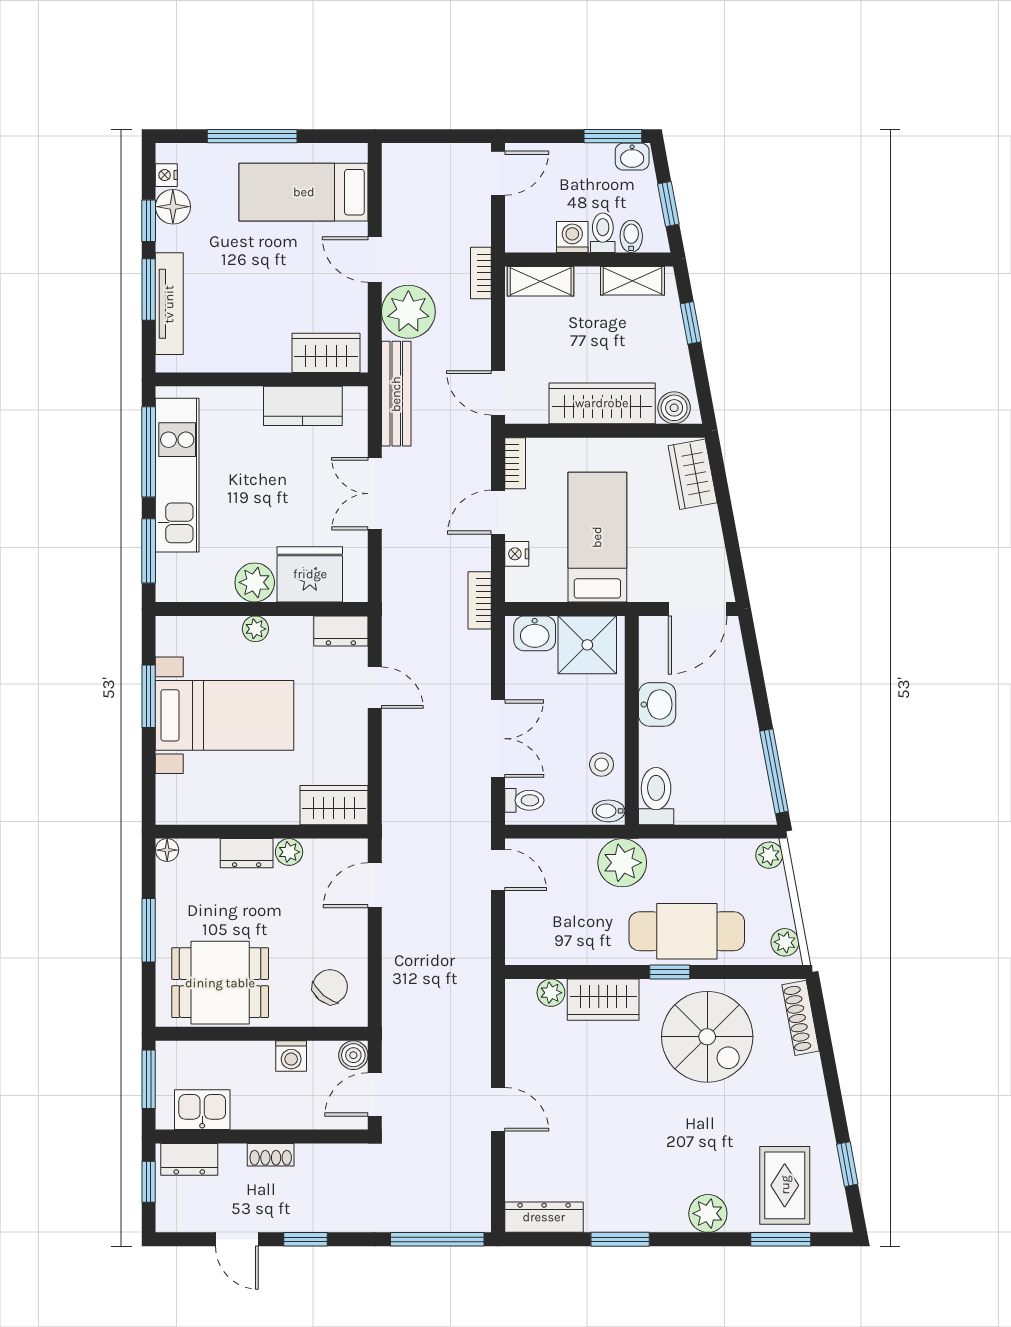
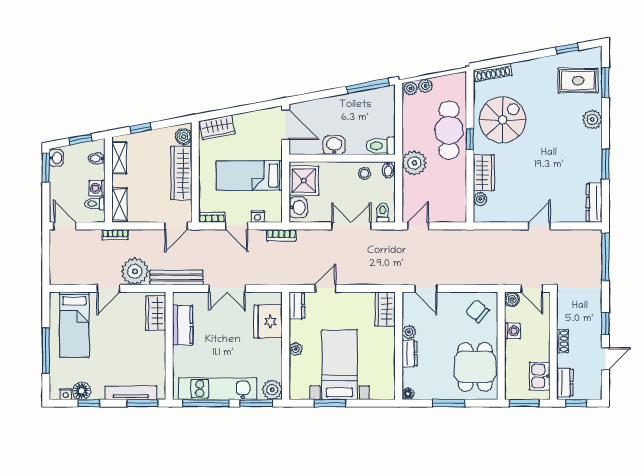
toilet: (603, 233) -> (95, 204), moved
window: (149, 289) -> (143, 403), moved
plant: (255, 582) -> (272, 390), moved
plant: (785, 942) -> (425, 86), moved

